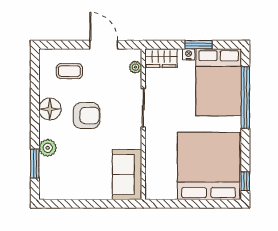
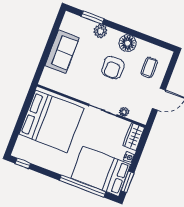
window: (199, 45) -> (127, 182), moved
plant: (135, 67) -> (124, 112), moved
bed: (209, 166) -> (51, 121), moved
sofa: (127, 174) -> (62, 52), moved, turned 90

